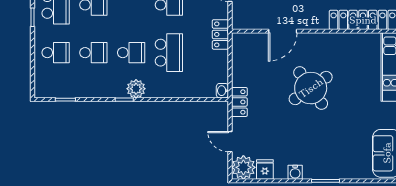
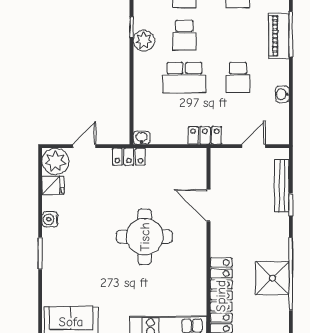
round table: (311, 88) -> (145, 237), turned 35

